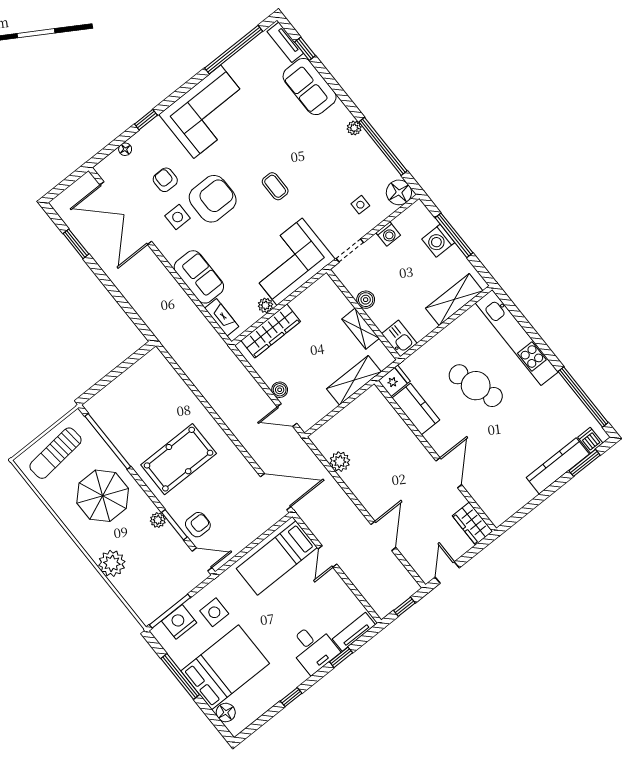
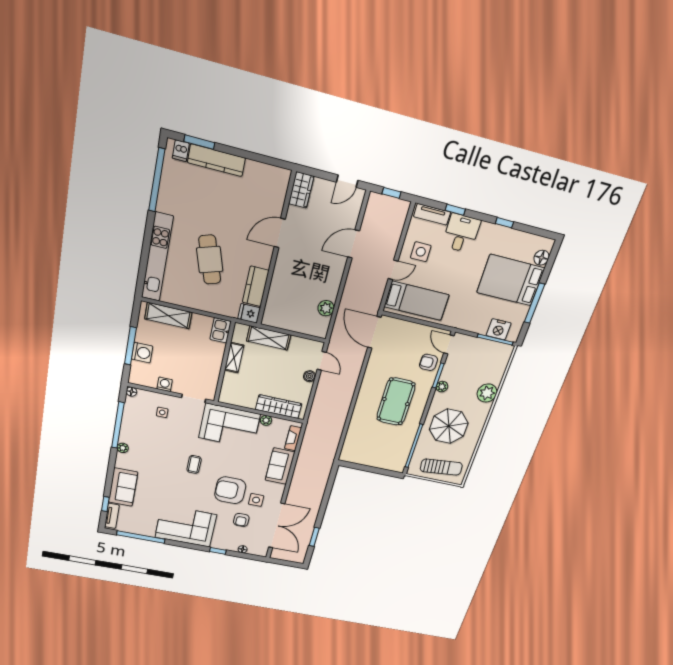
floor lamp: (399, 192) -> (131, 392), width x0.53, depth x0.53
boiler: (366, 300) -> (214, 368), removed
pool table: (179, 459) -> (396, 402), turned 90
side table: (214, 612) -> (421, 252), moved

